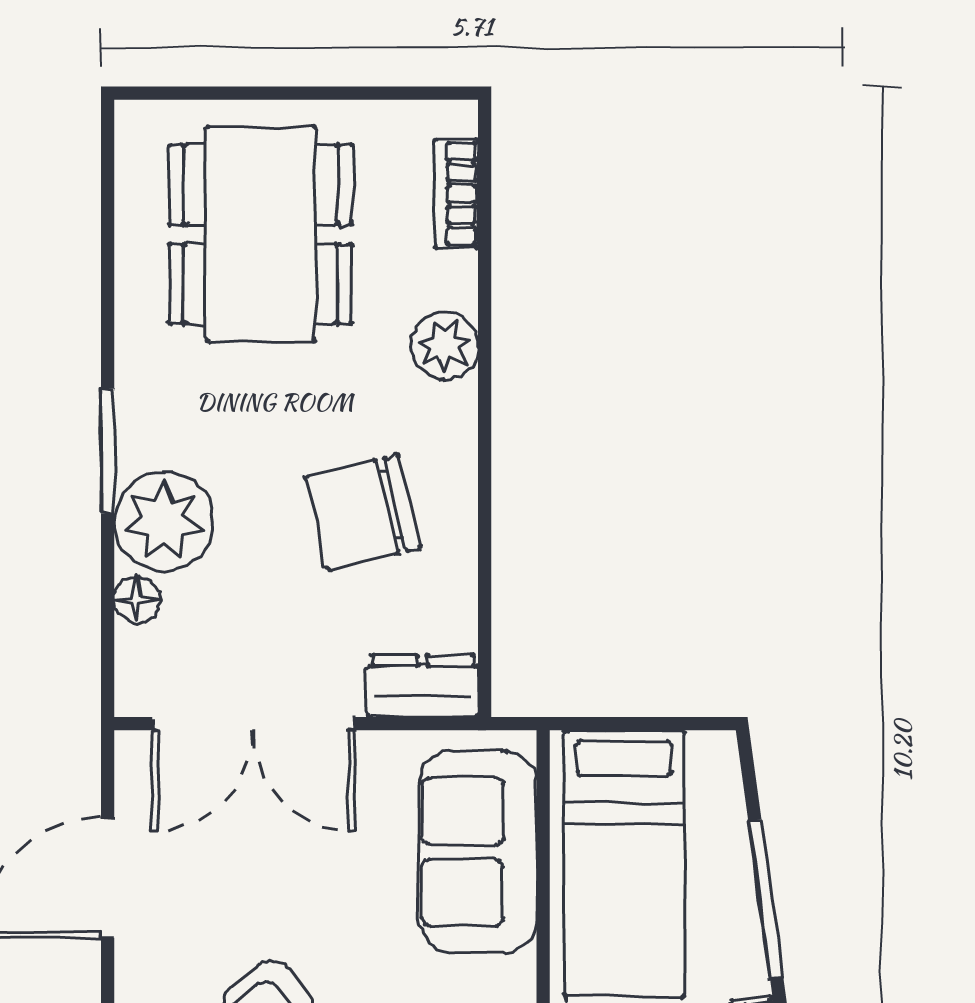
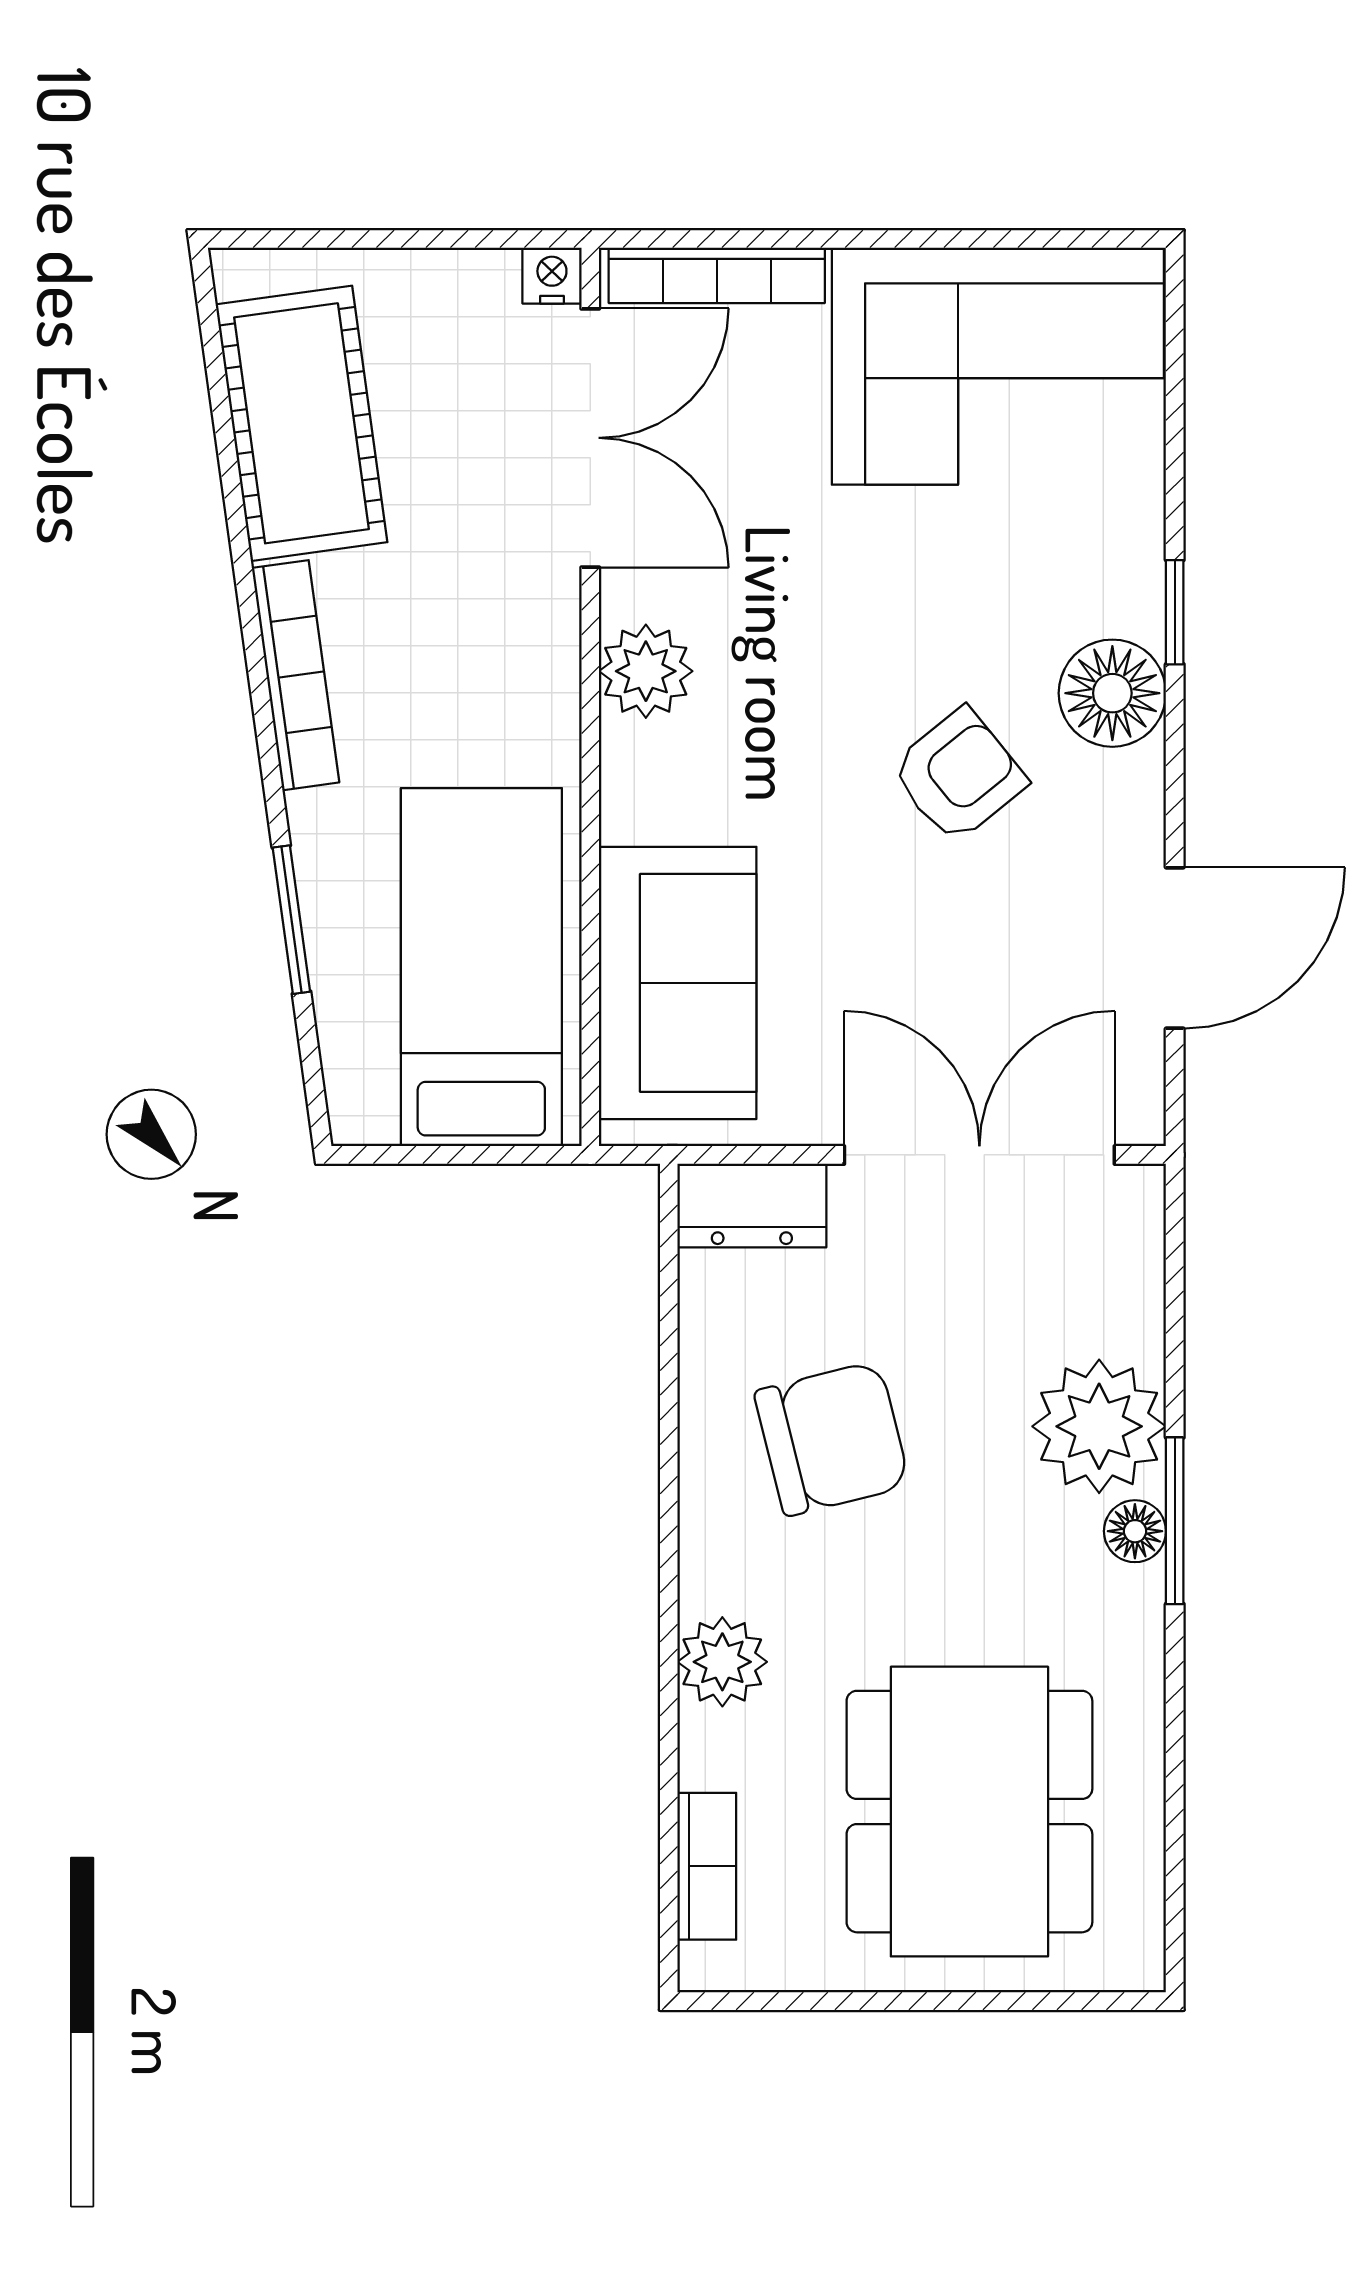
floor lamp: (137, 600) -> (1135, 1531), moved
window: (766, 899) -> (291, 920), width x0.69

